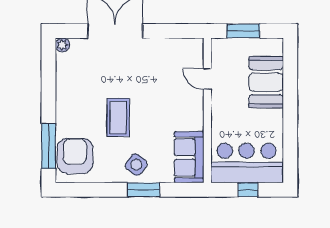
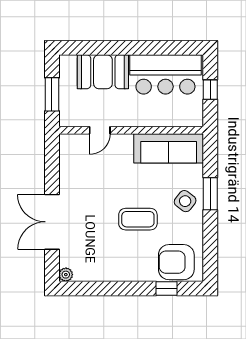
window: (49, 146) -> (166, 288), width x0.46
sofa: (189, 157) -> (169, 148), width x1.36
bar counter: (247, 163) -> (165, 74), moved, turned -90

